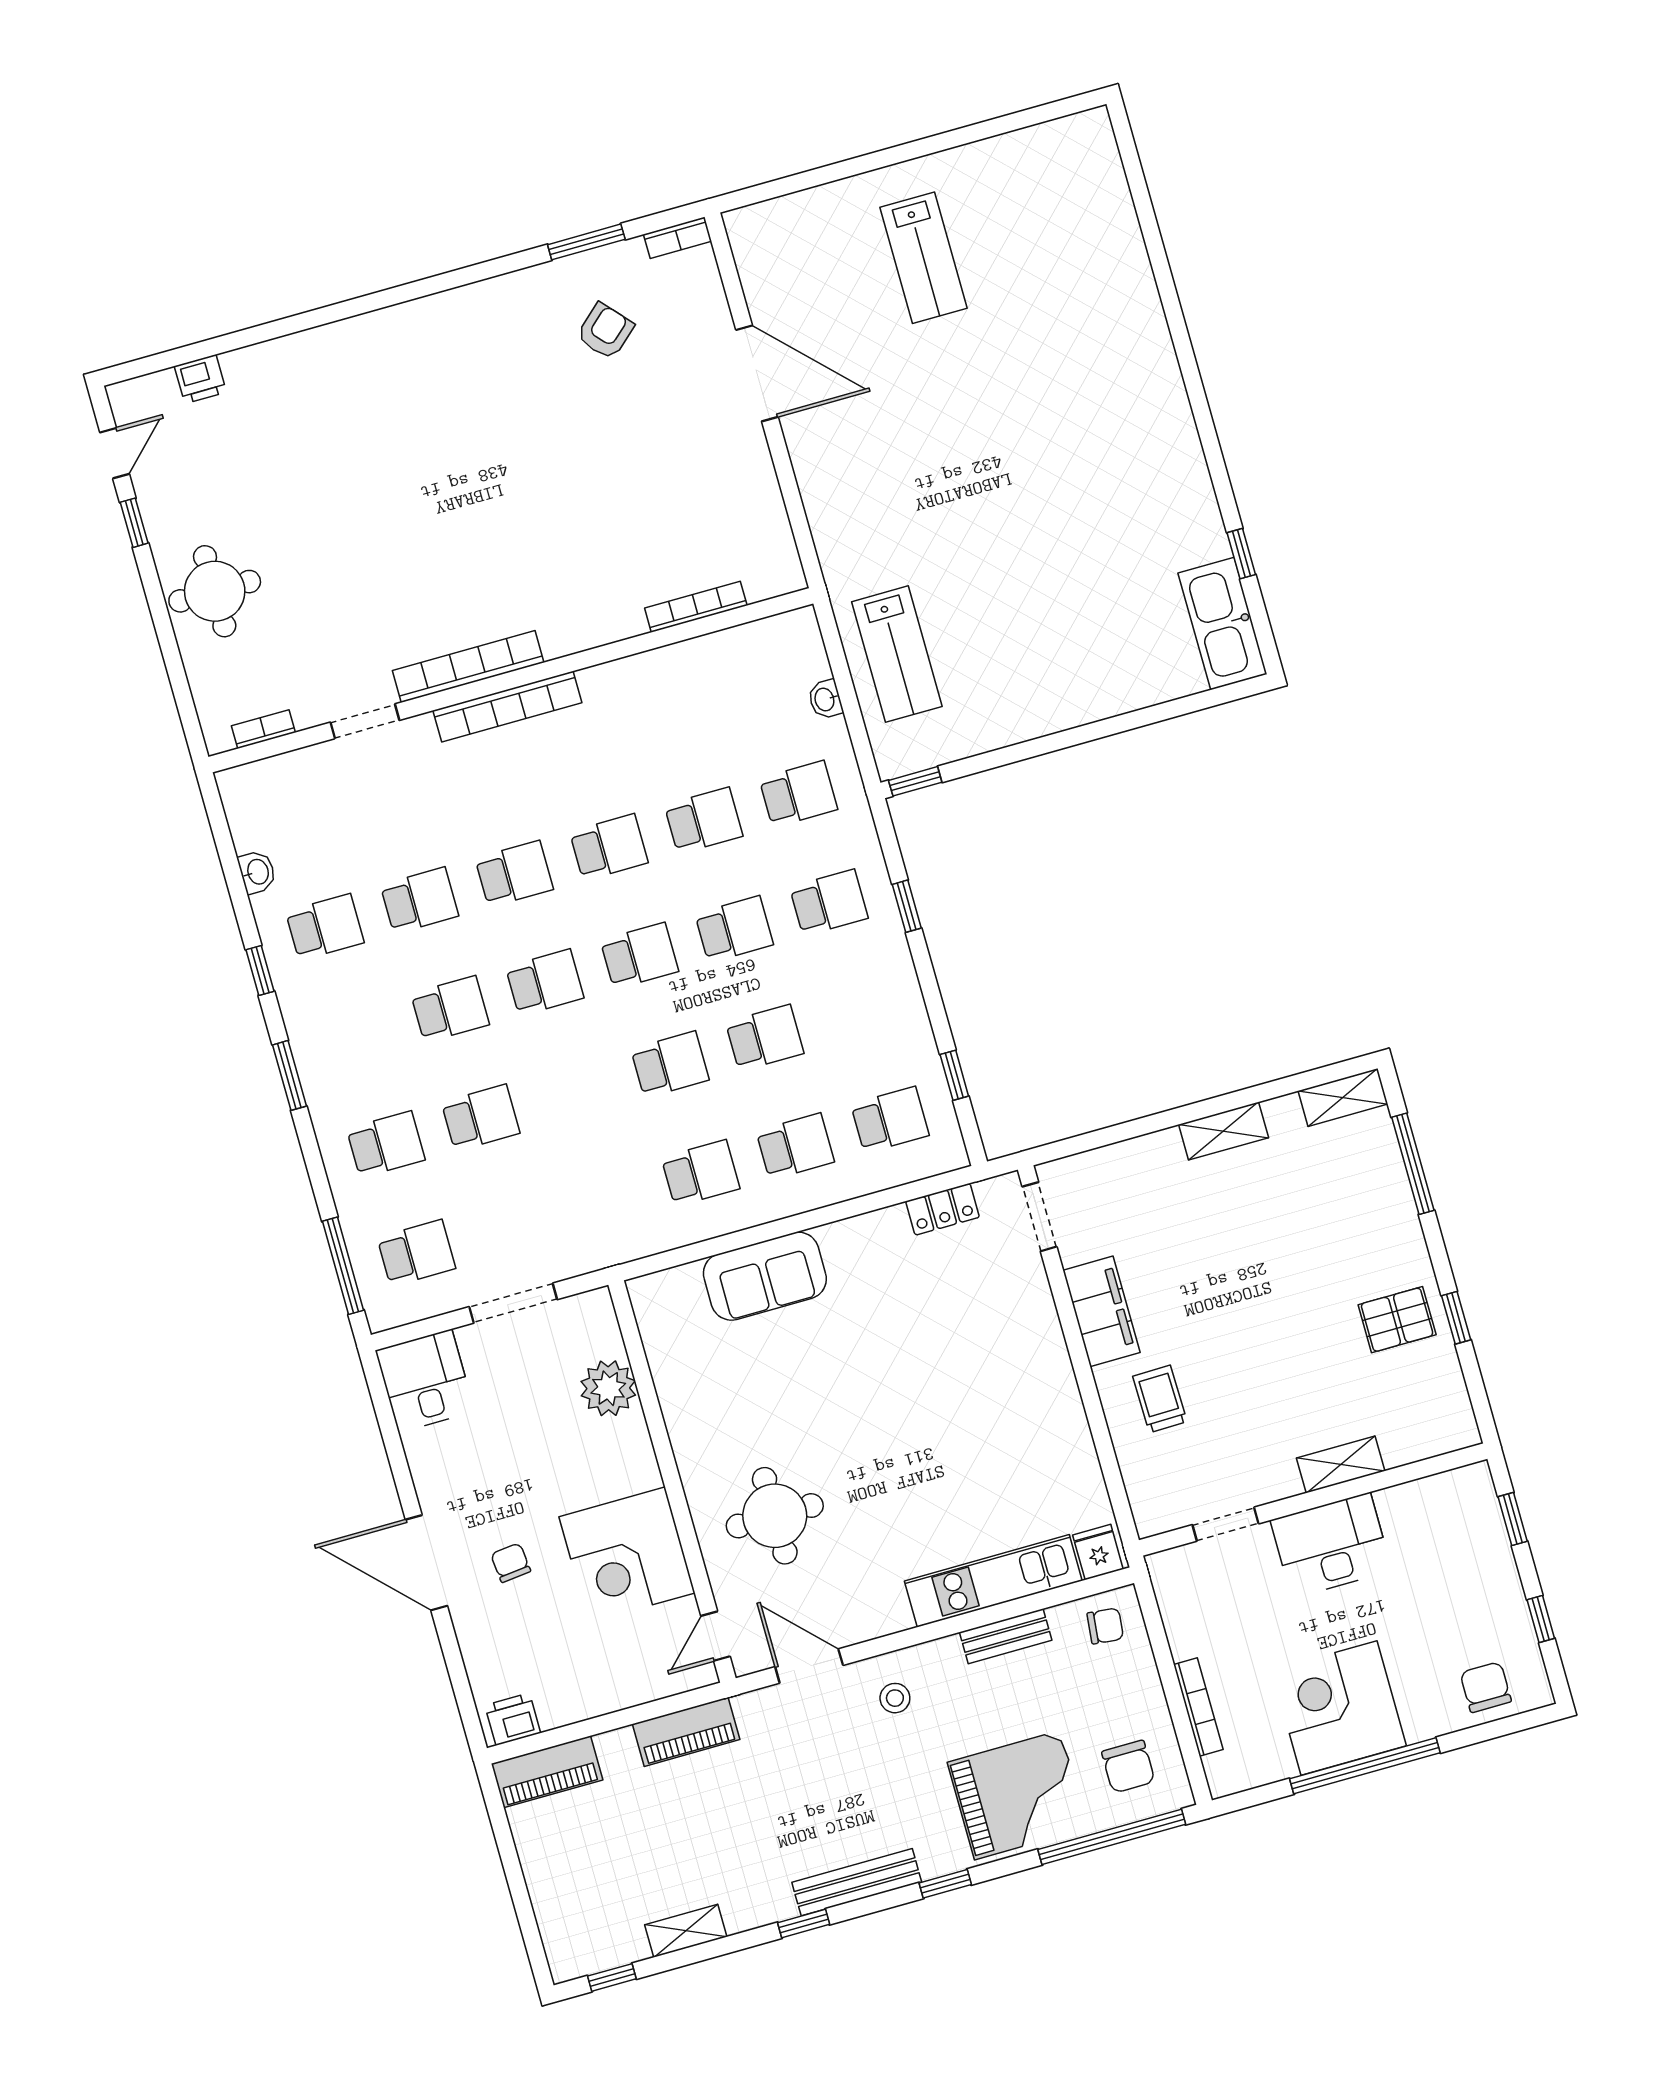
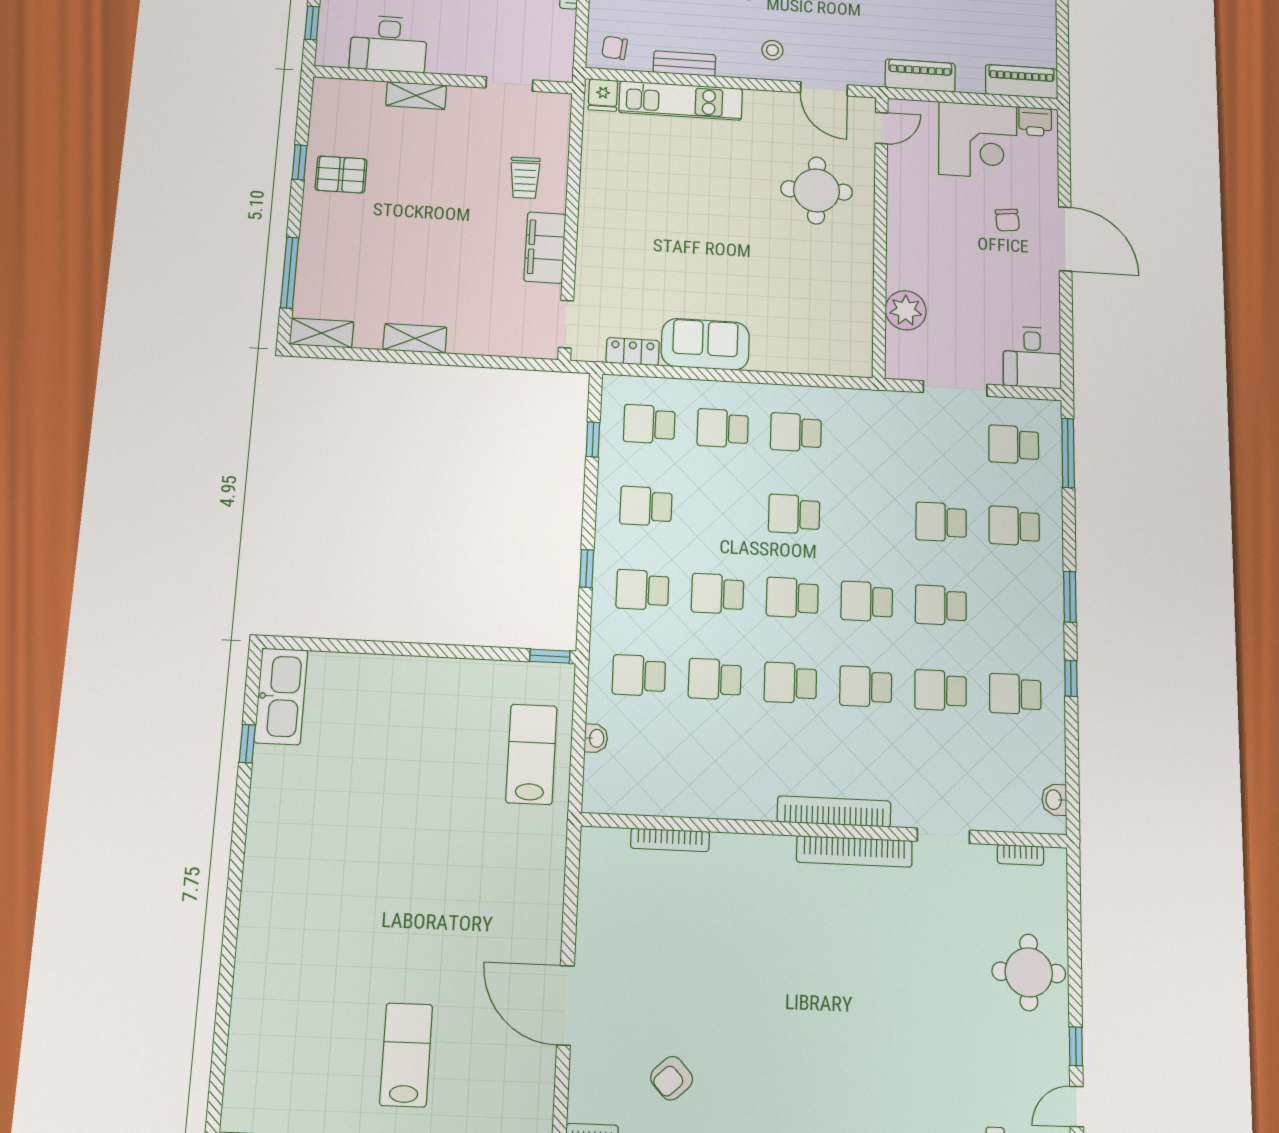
washbasin: (257, 872) -> (1054, 800), moved
school desk: (765, 1038) -> (646, 506), moved
sofa: (765, 1276) -> (705, 344), moved
desk: (1331, 1545) -> (389, 44), moved
corner desk: (627, 1555) -> (978, 140), moved, turned 90

